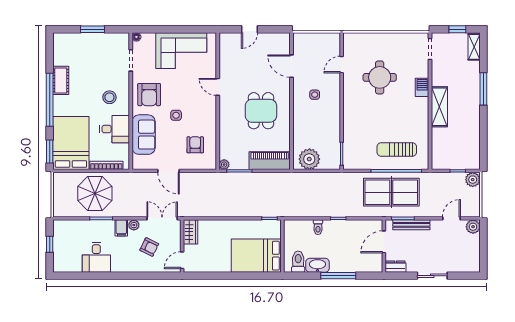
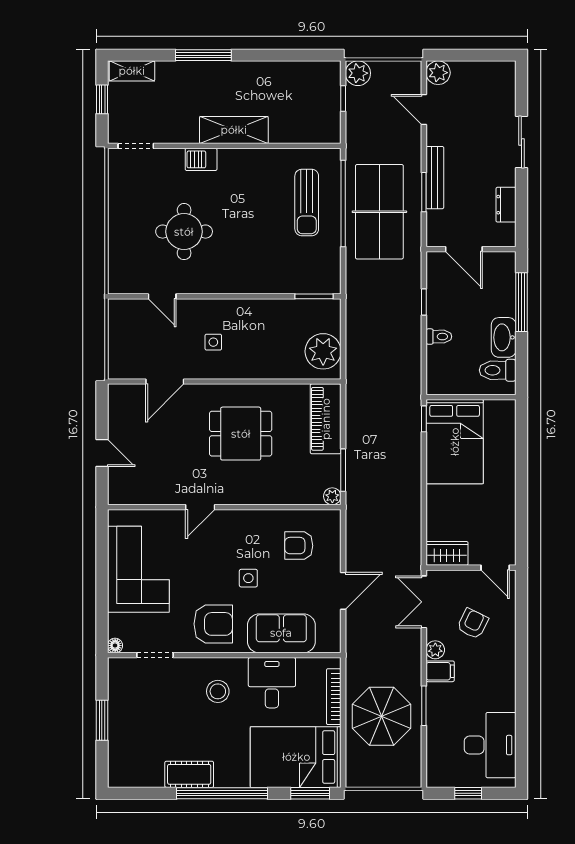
door: (384, 242) -> (464, 249), moved
wall: (384, 246) -> (471, 249), moved
bed: (256, 256) -> (455, 442), moved
desk: (96, 257) -> (490, 745), moved, width x1.37

